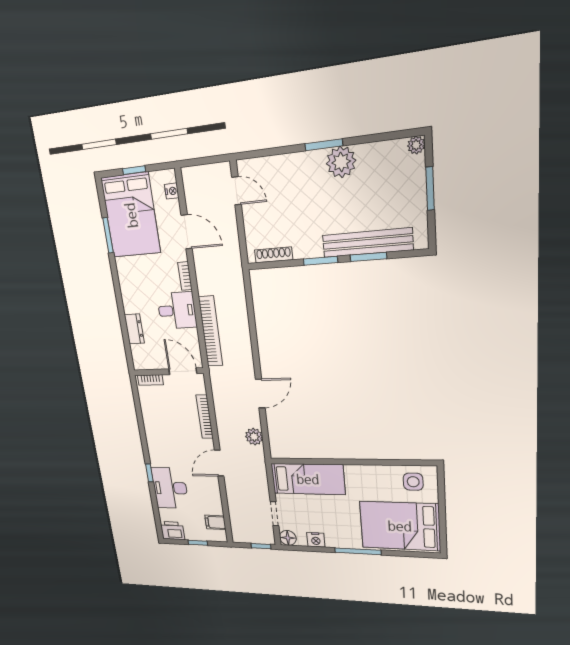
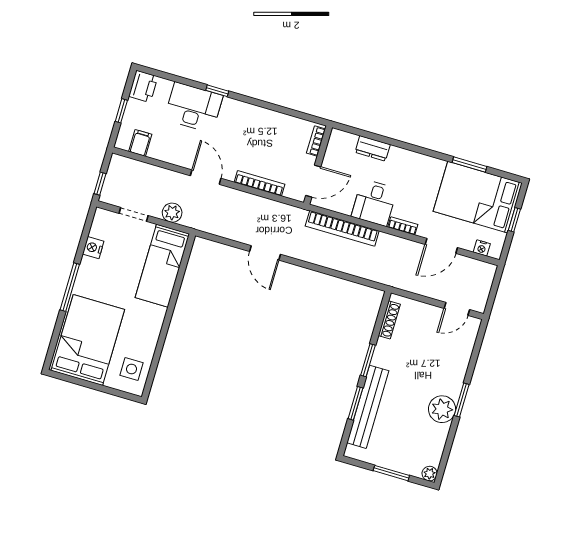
plant: (254, 437) -> (172, 213), moved
floor lamp: (288, 538) -> (103, 218), removed

